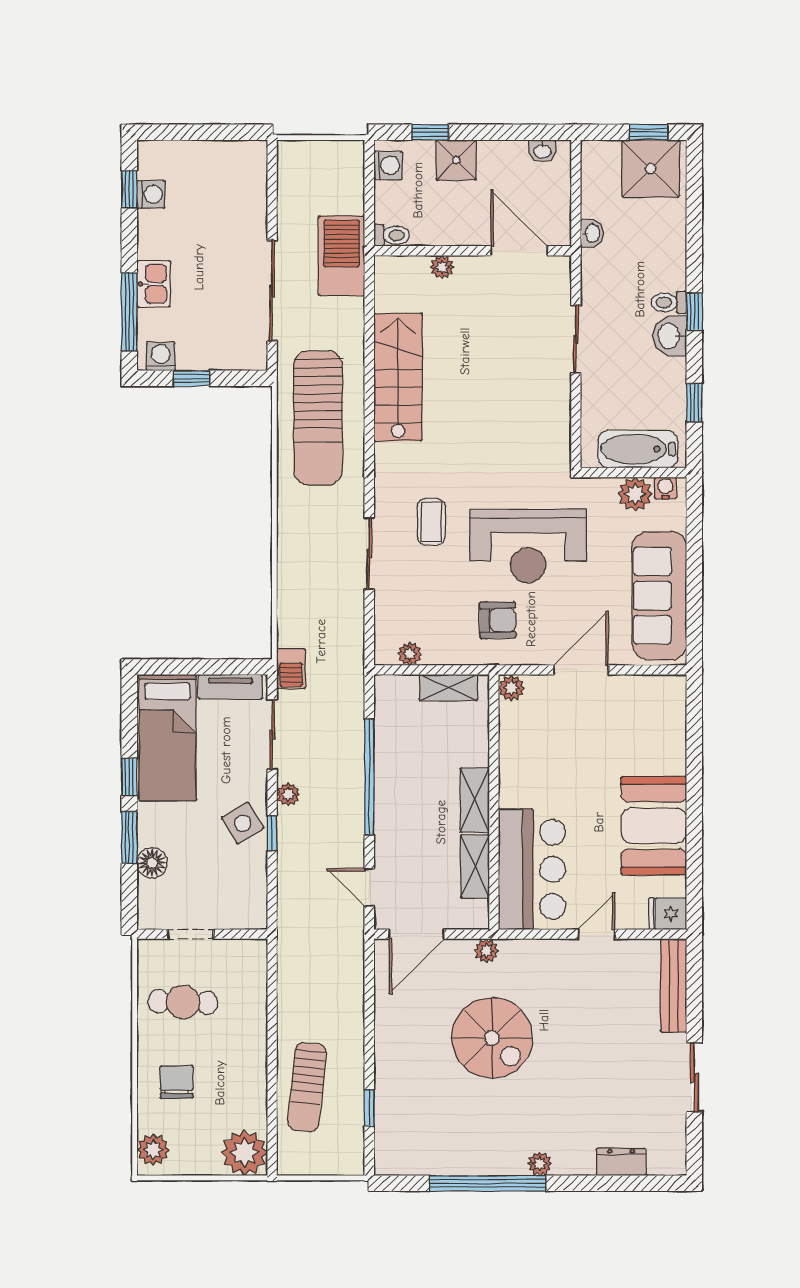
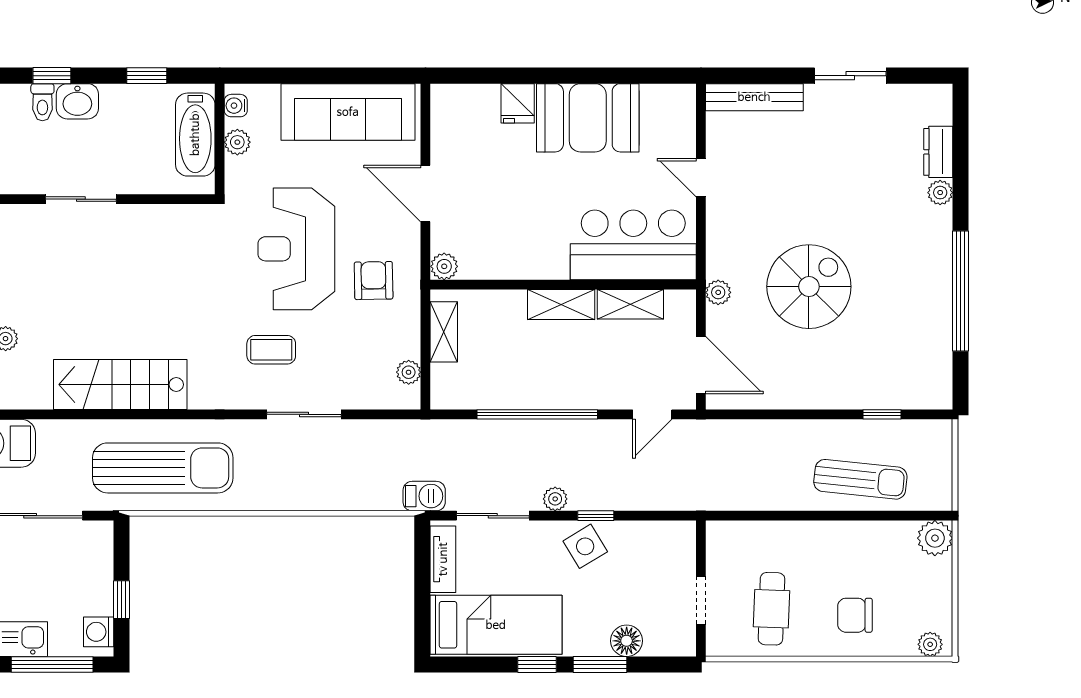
plant: (635, 494) -> (237, 142), width x0.73, depth x0.73
reception desk: (528, 546) -> (296, 249), turned 180
fridge: (668, 914) -> (518, 103), moved
plant: (153, 1150) -> (930, 644), width x0.73, depth x0.73
plant: (244, 1153) -> (935, 538), width x0.73, depth x0.73
plant: (540, 1164) -> (940, 193), moved

